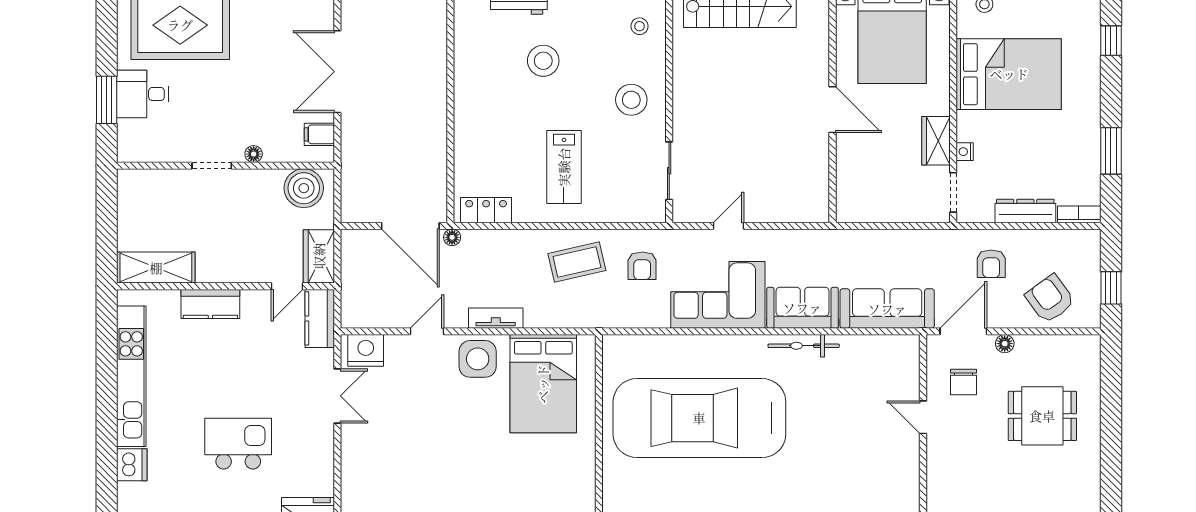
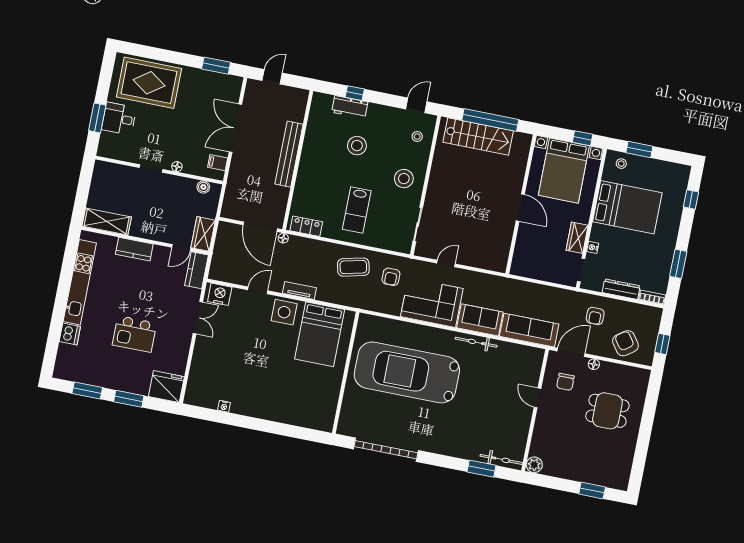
bench: (434, 97) -> (289, 154), added
boiler: (304, 188) -> (203, 187), width x0.54, depth x0.54
kitchen island: (238, 444) -> (134, 334), turned 180

